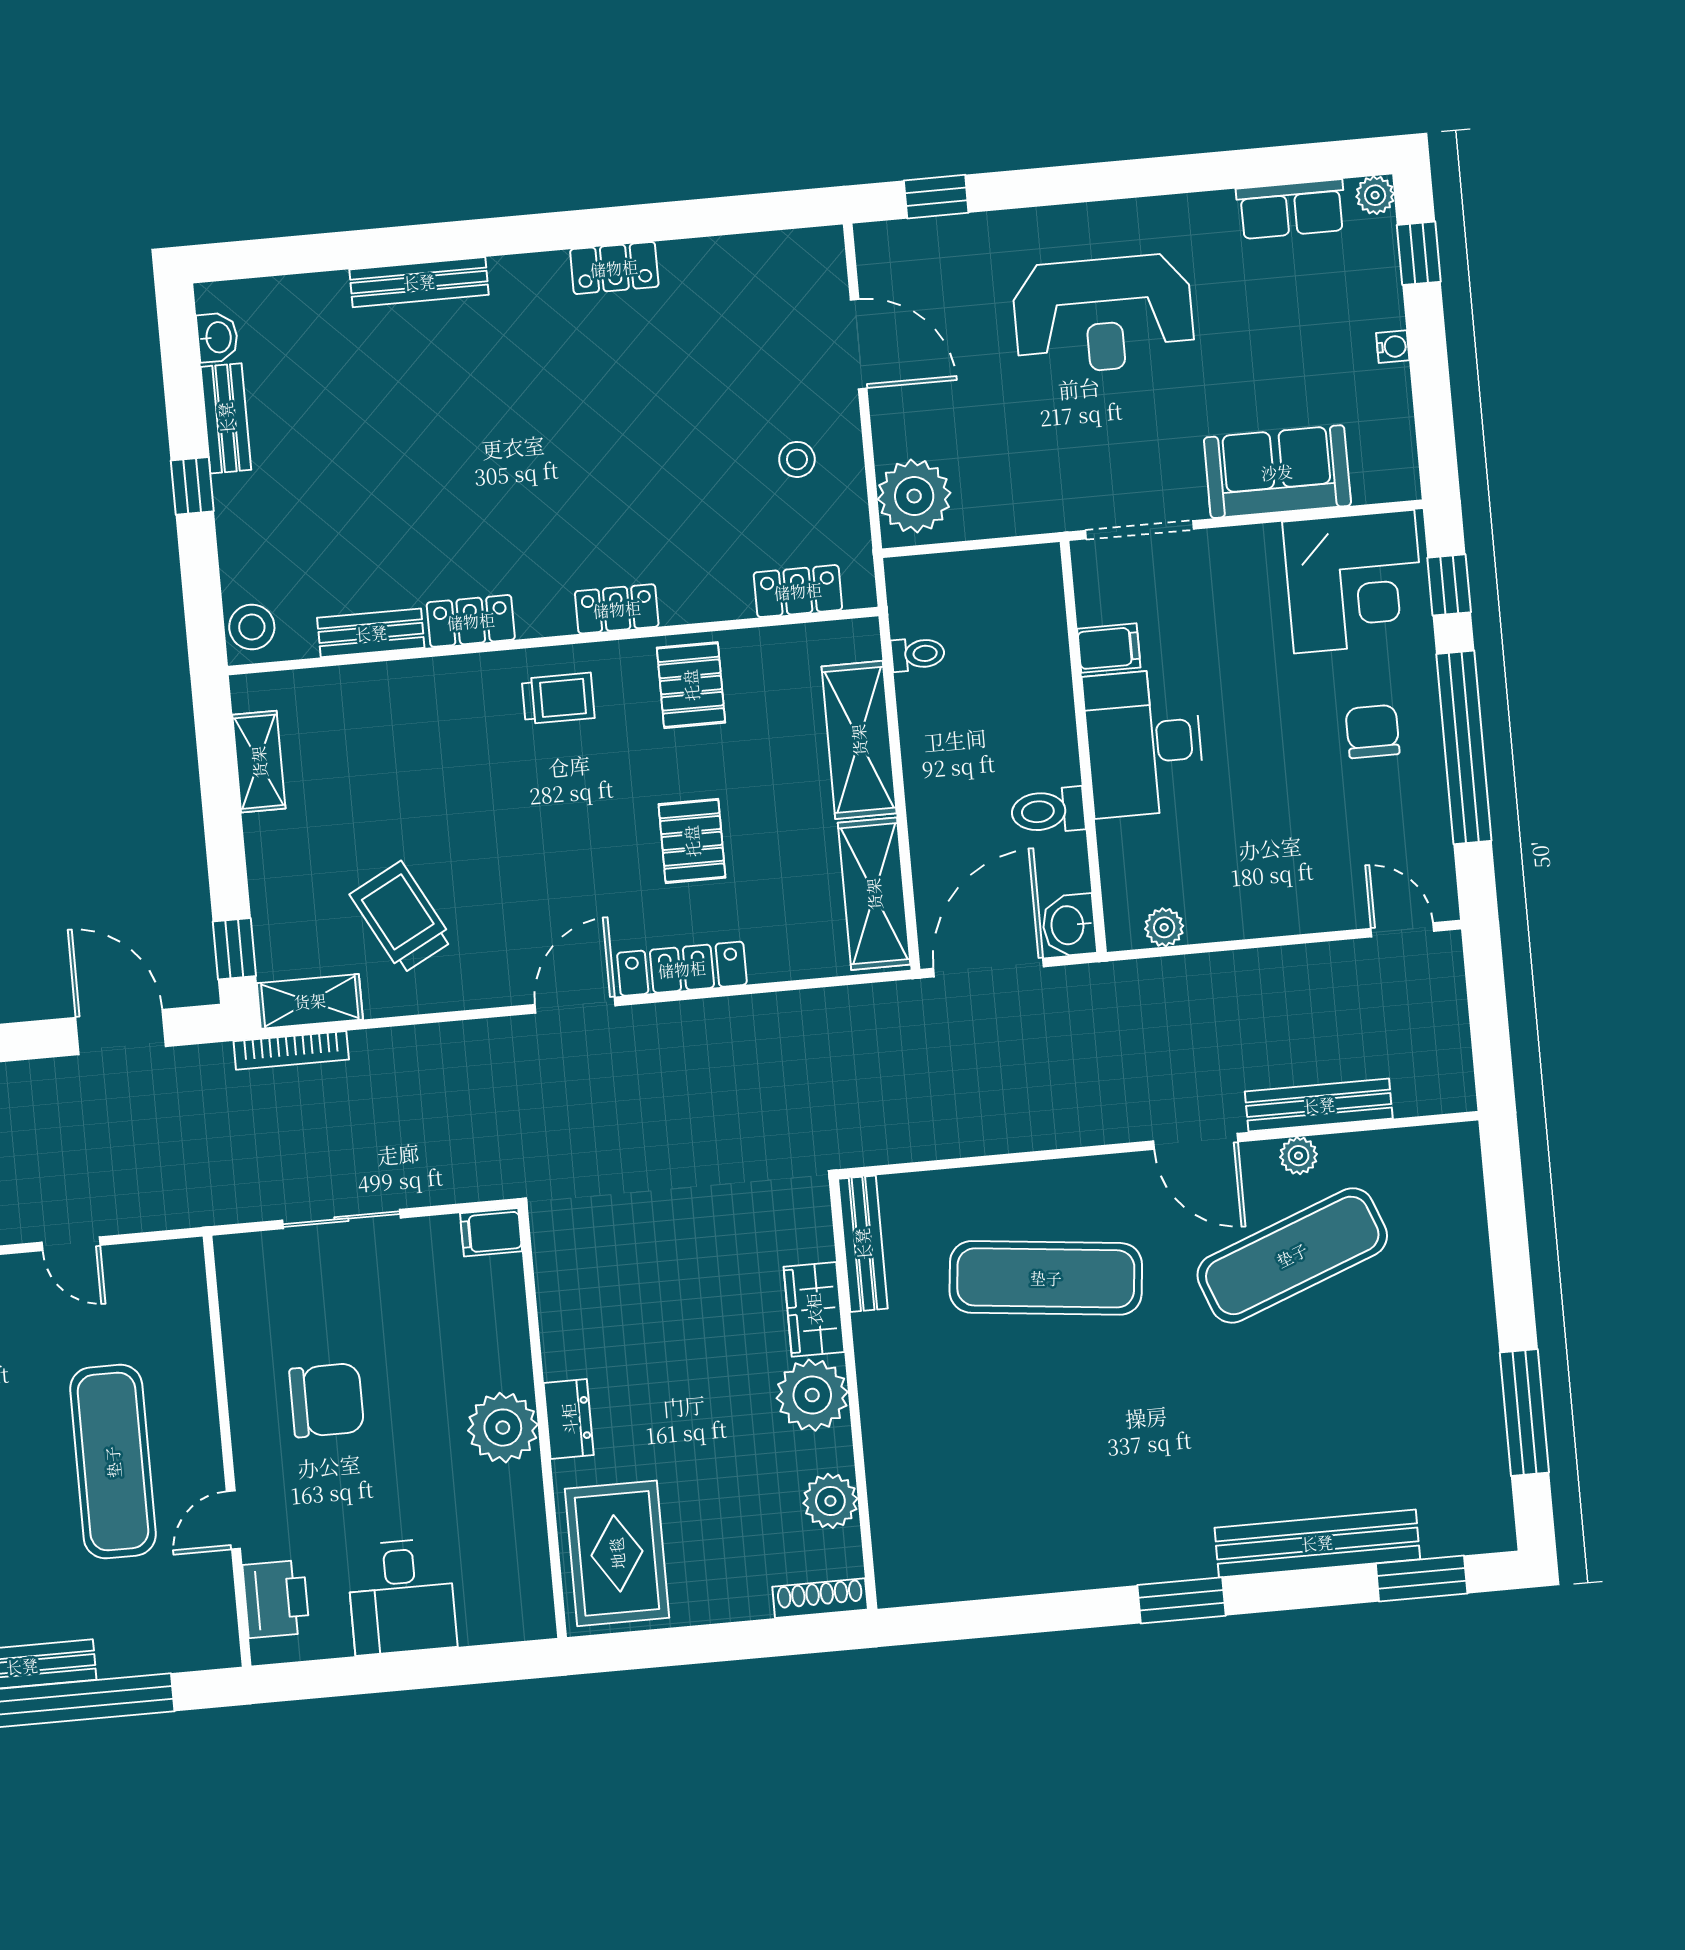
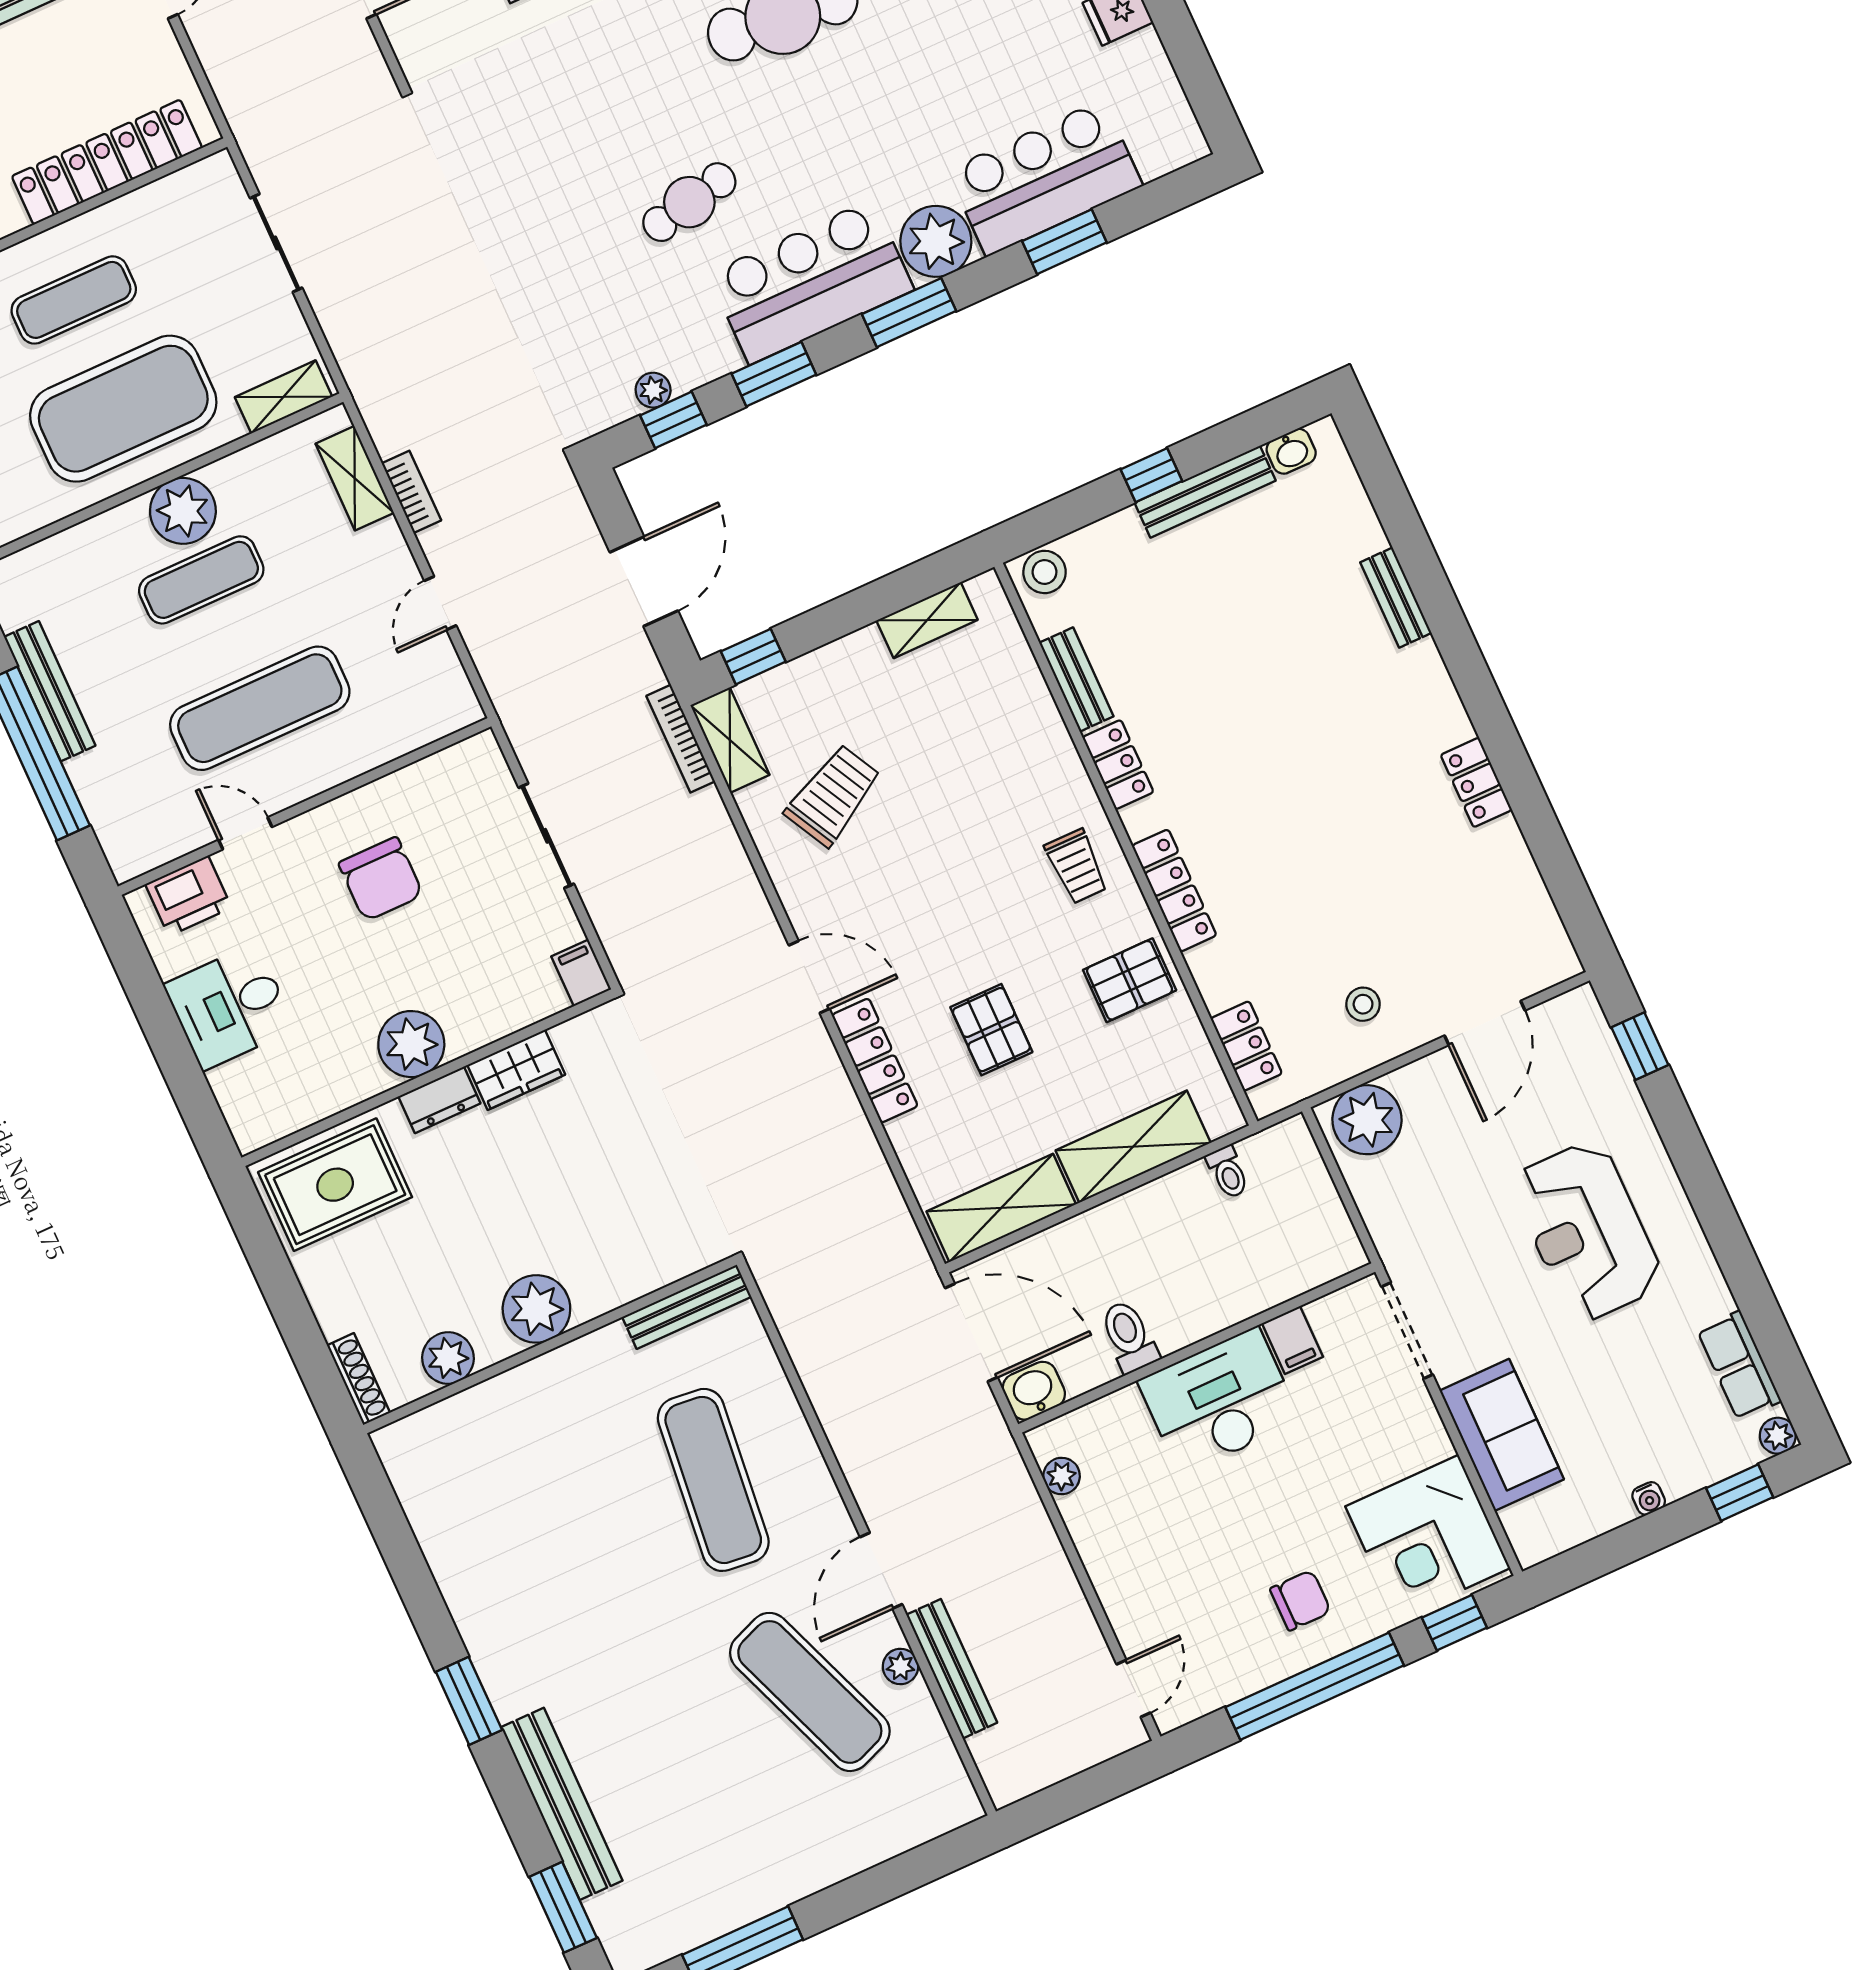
bench: (419, 282) -> (1396, 598), width x0.73
bench: (226, 418) -> (1205, 492), width x1.36
locker: (617, 609) -> (1174, 890), width x1.53
pallet: (692, 841) -> (991, 1030), turned 90
wardrobe: (814, 1309) -> (516, 1070), moved, turned 180

